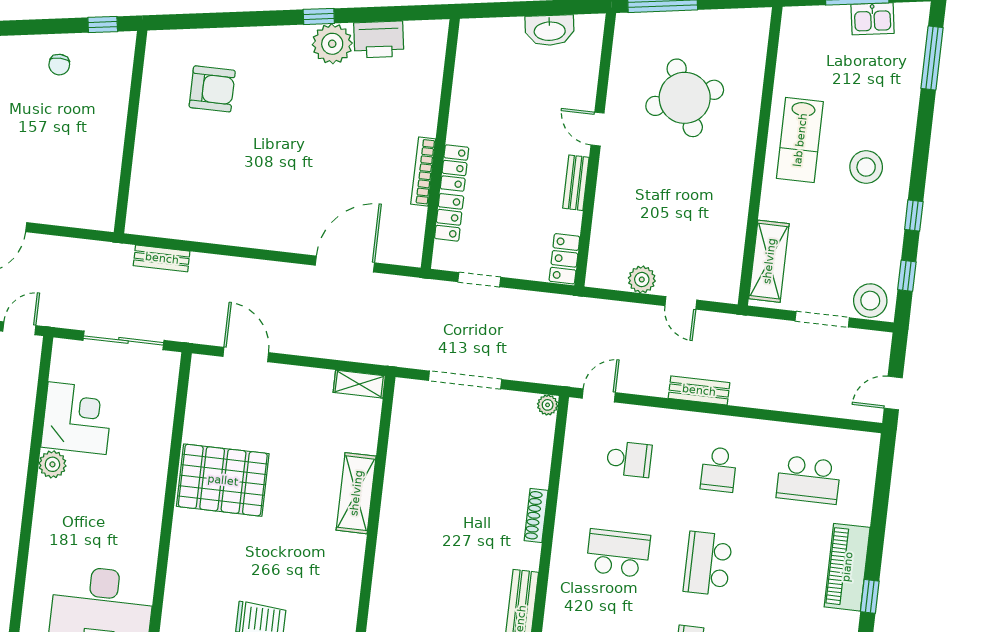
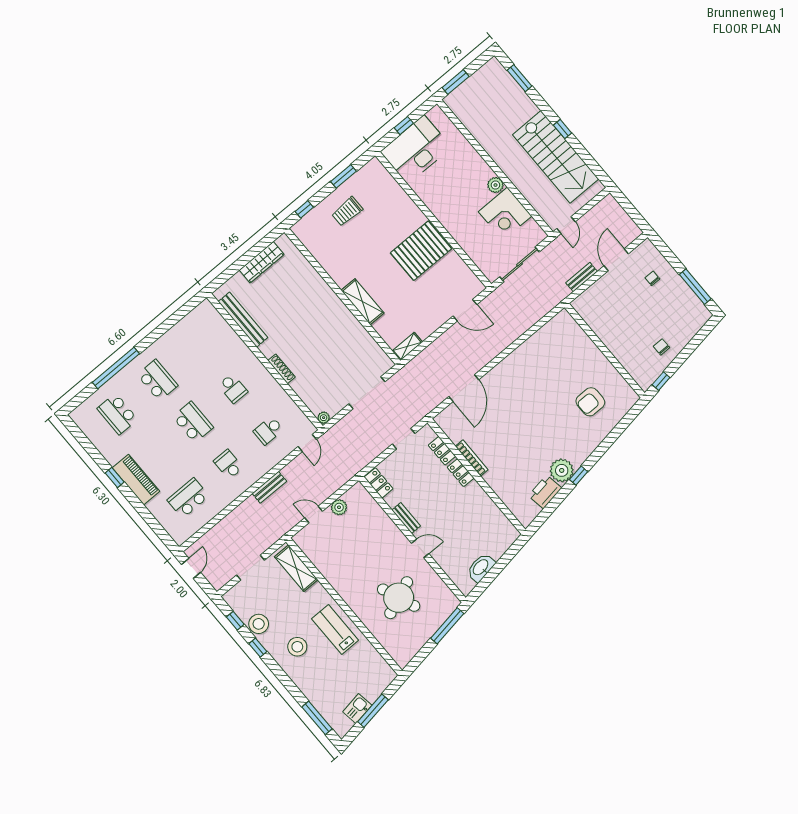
bench: (162, 258) -> (582, 277), moved
stool: (870, 301) -> (259, 624), moved
school desk: (618, 553) -> (233, 388), width x0.54

